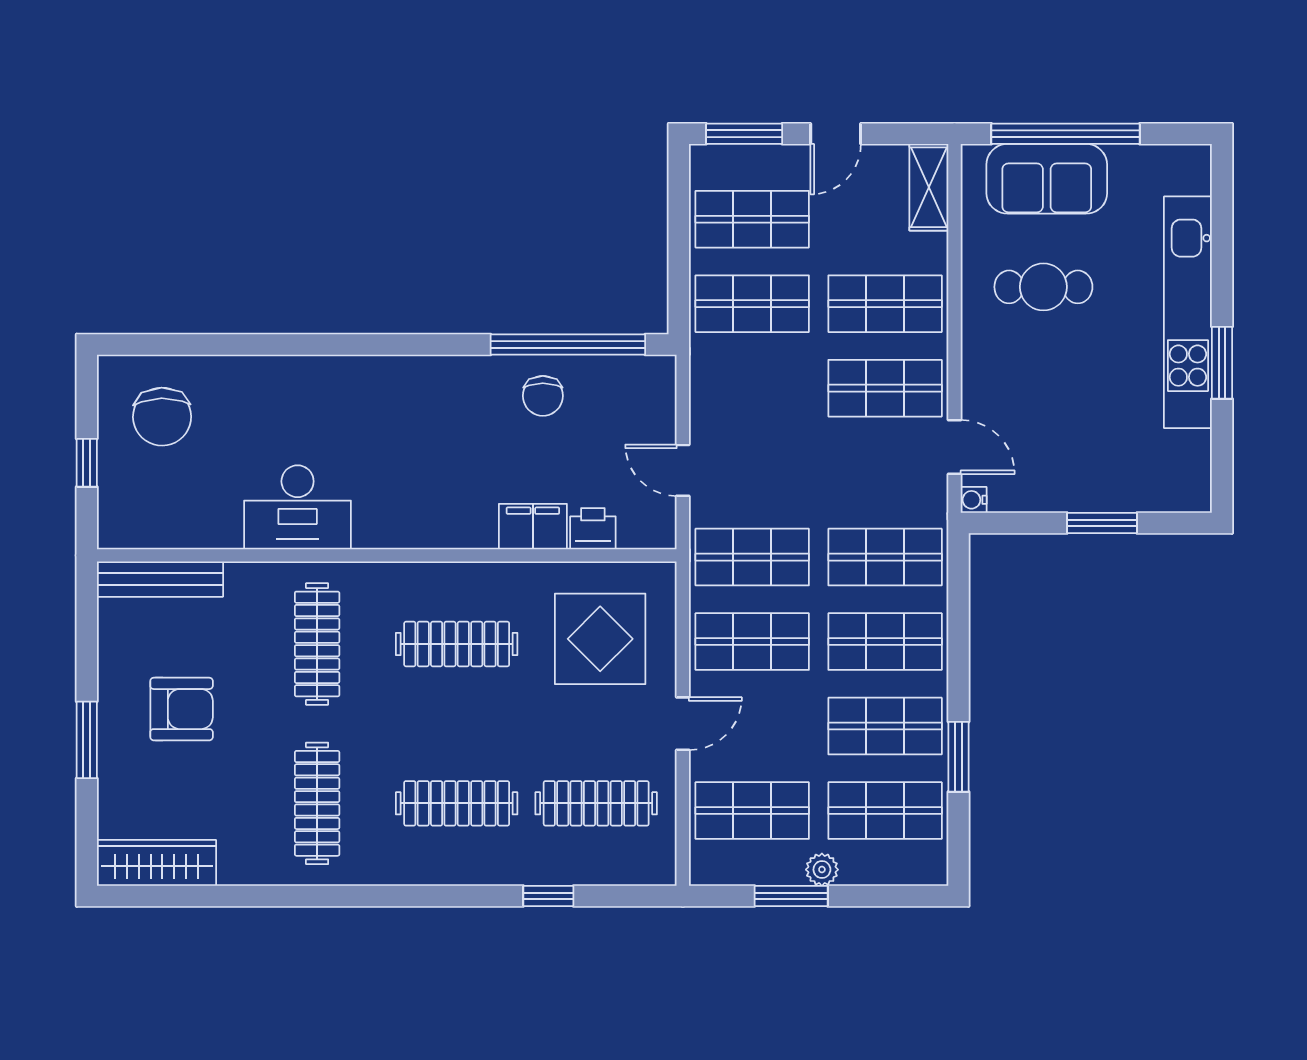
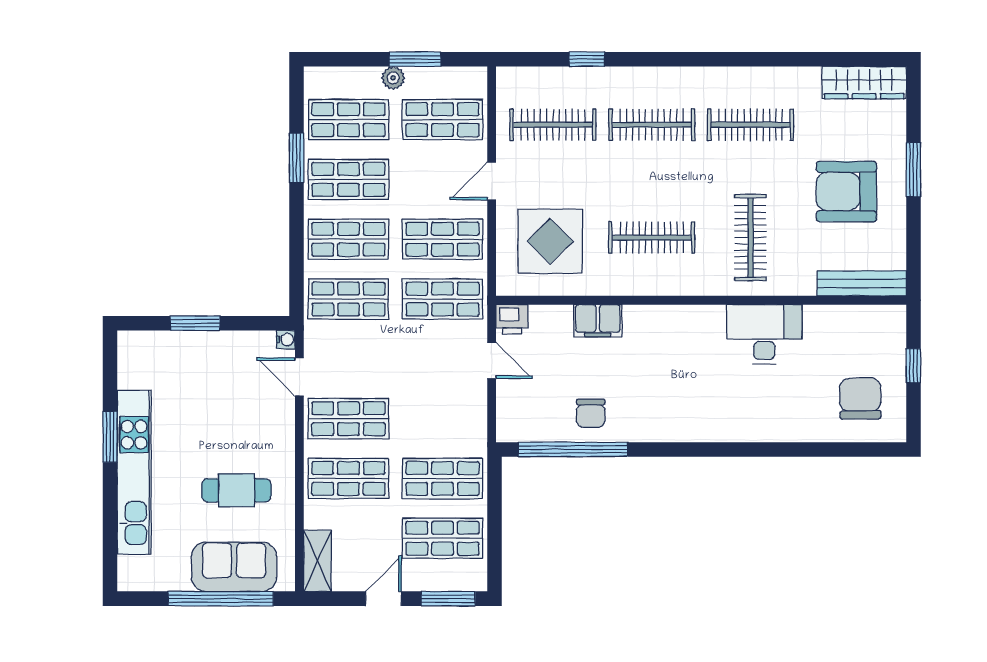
chair: (543, 396) -> (591, 413), turned 180
printer: (593, 529) -> (512, 319), moved
armchair: (182, 709) -> (846, 191), width x1.36, depth x1.36
clothes rail: (317, 803) -> (750, 125), turned 90

